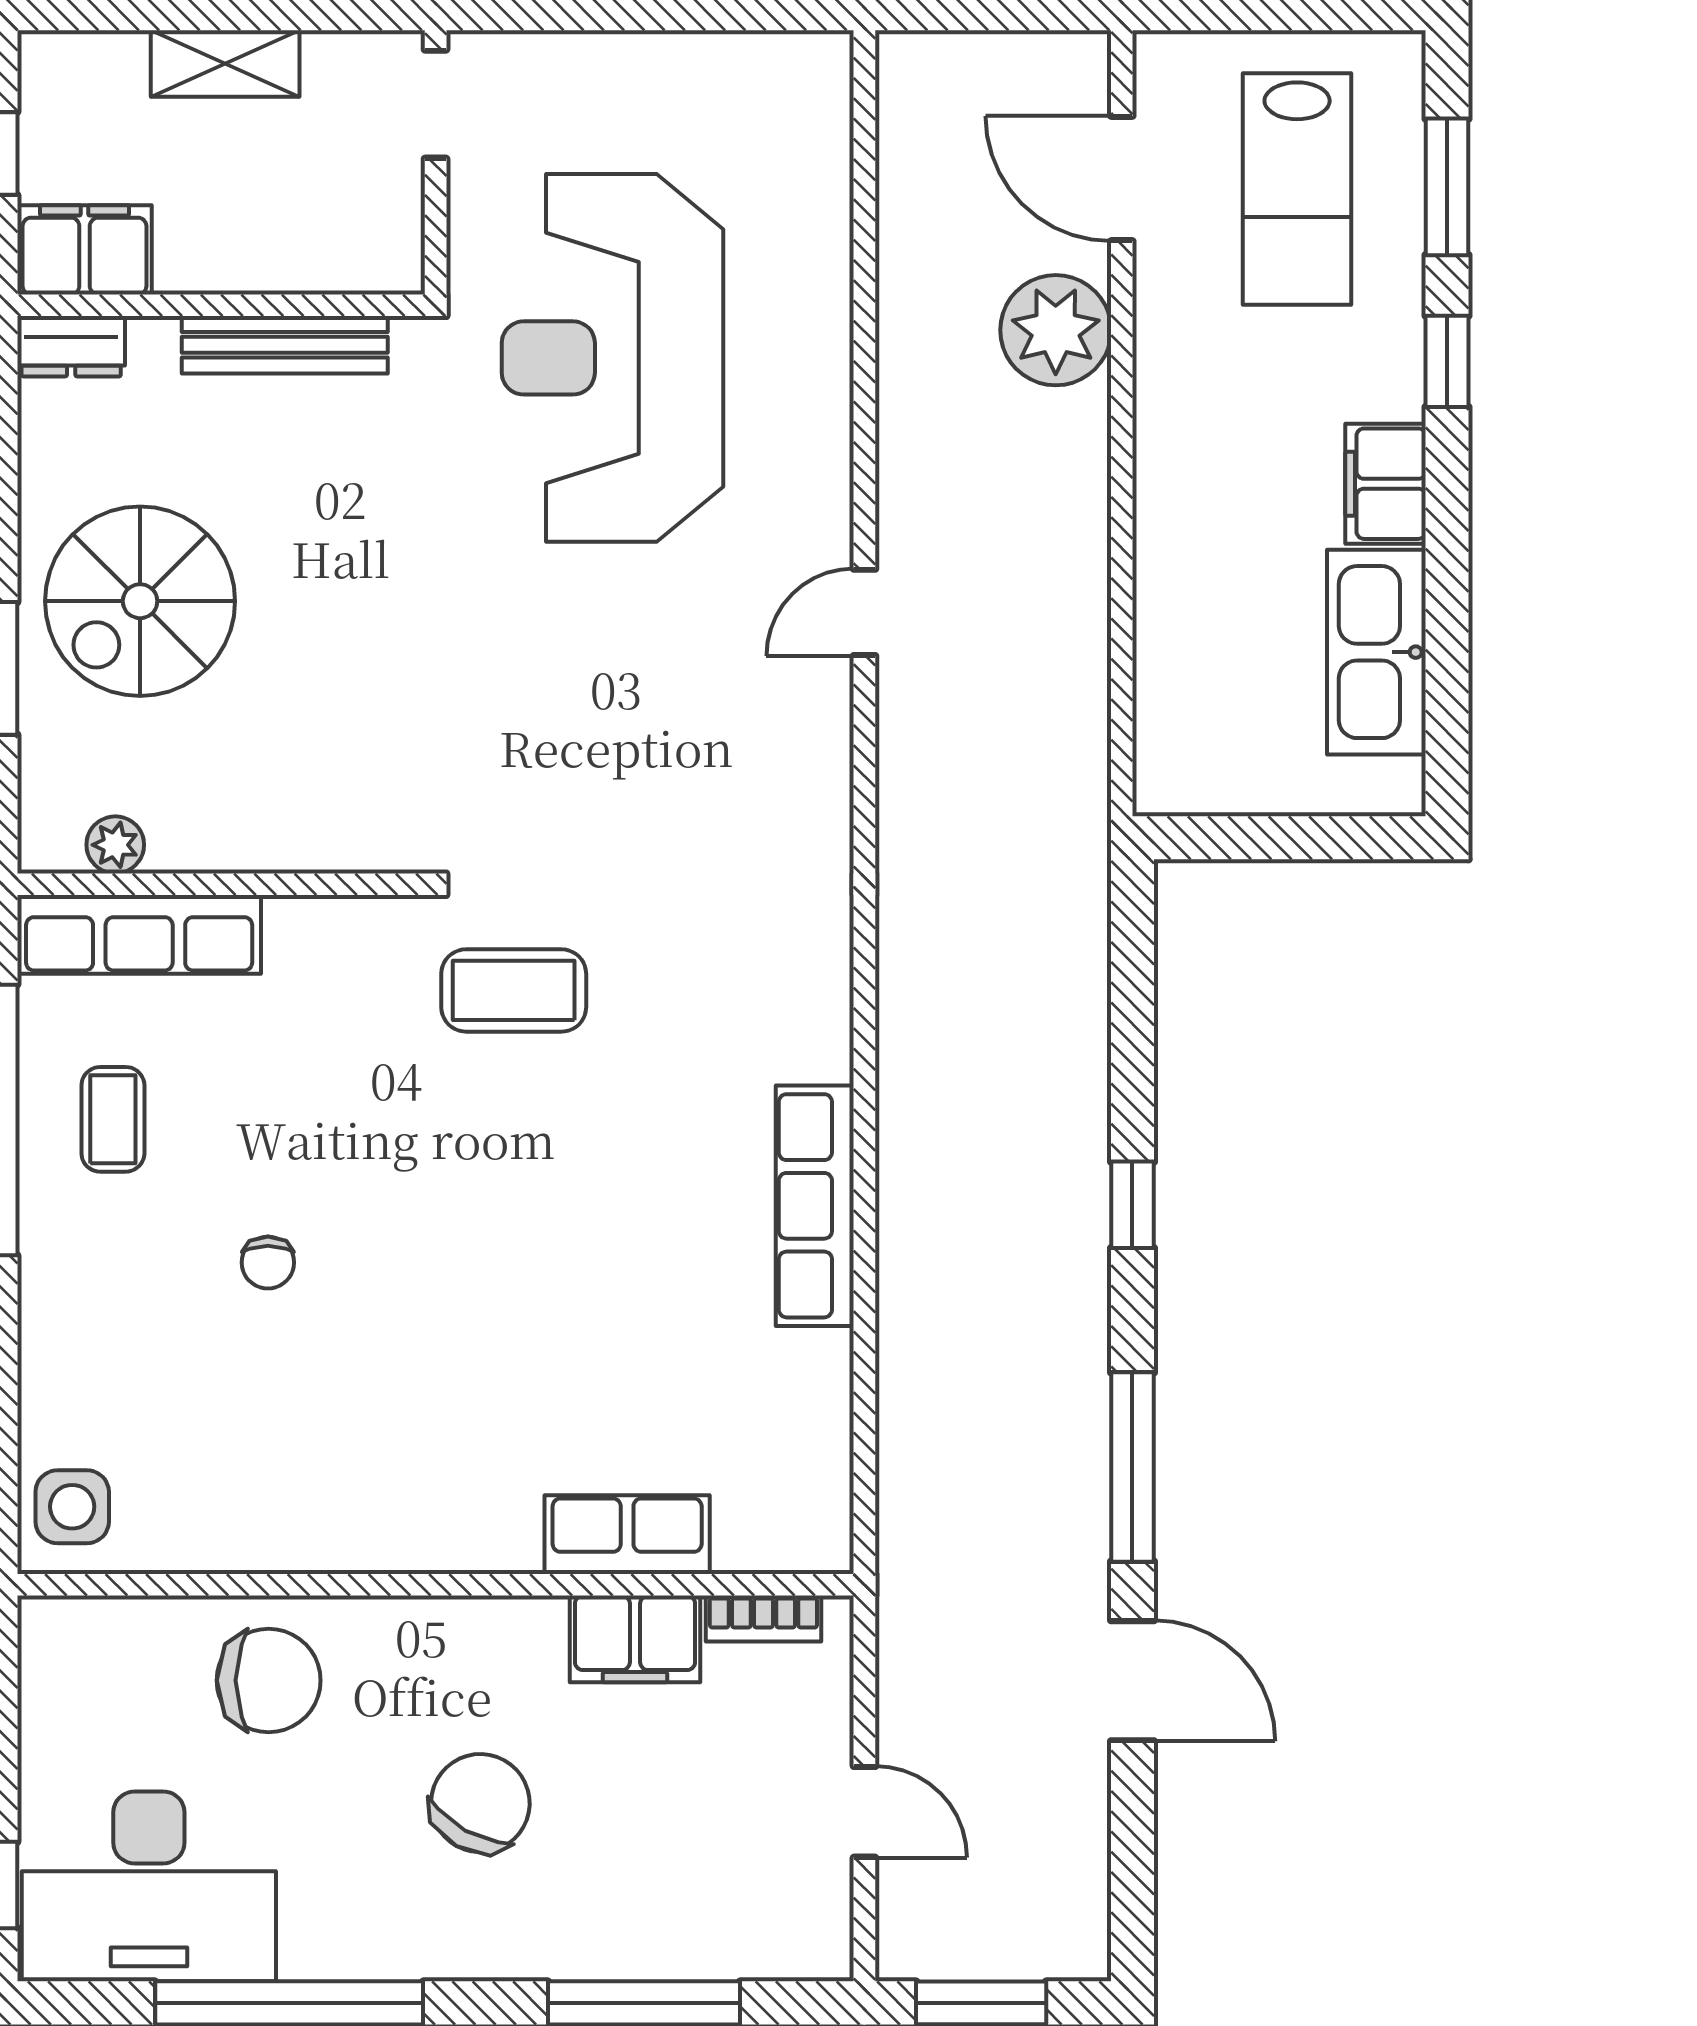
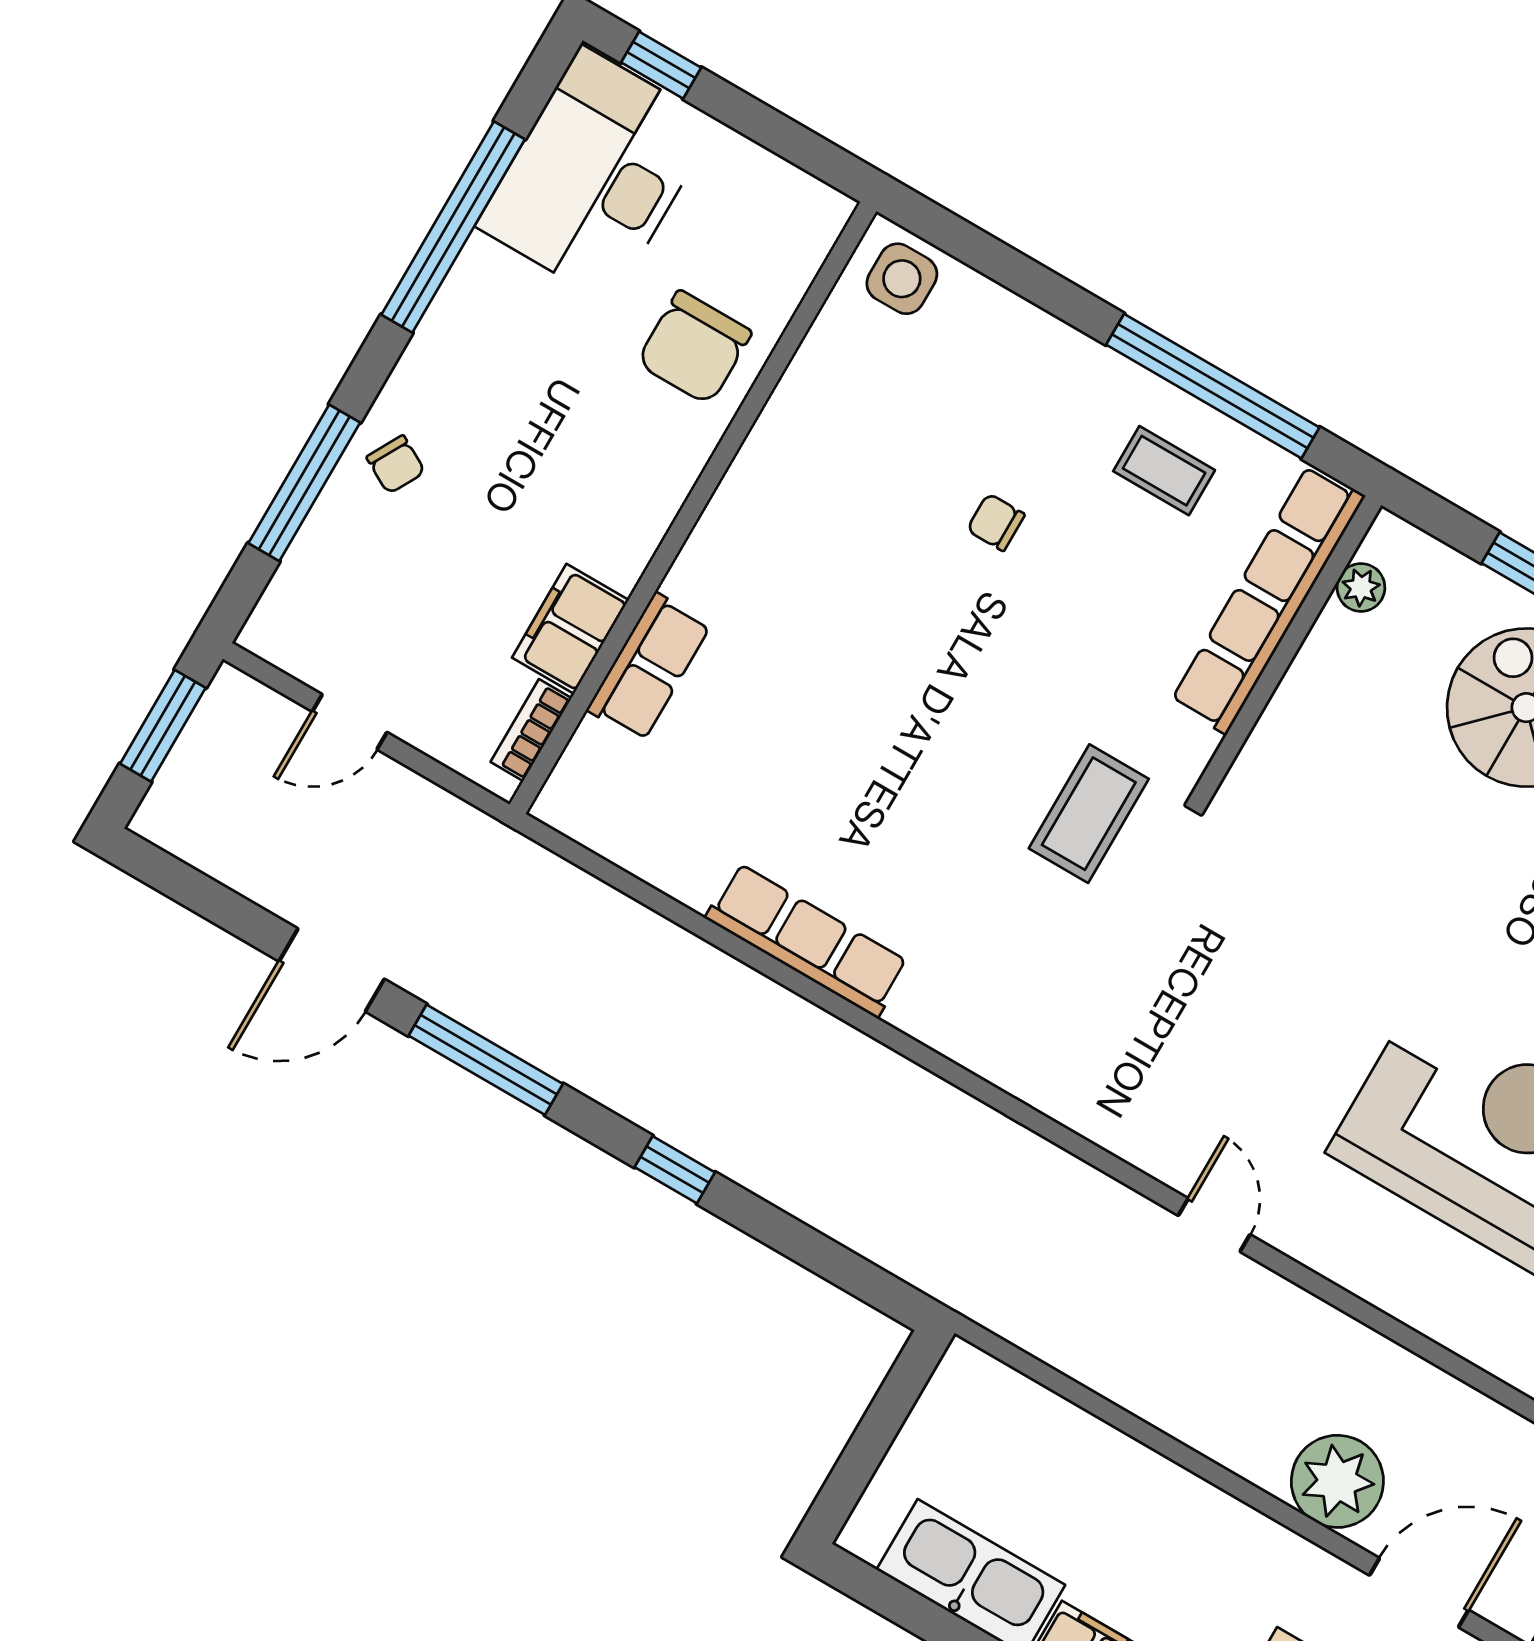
row of seats: (139, 934) -> (1268, 599), width x1.36
chair: (480, 1803) -> (396, 464), moved, width x0.54, depth x0.54

